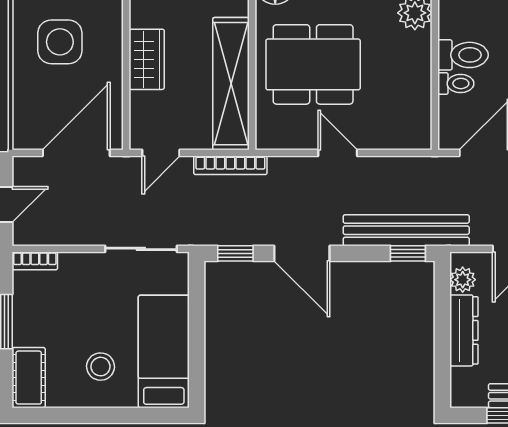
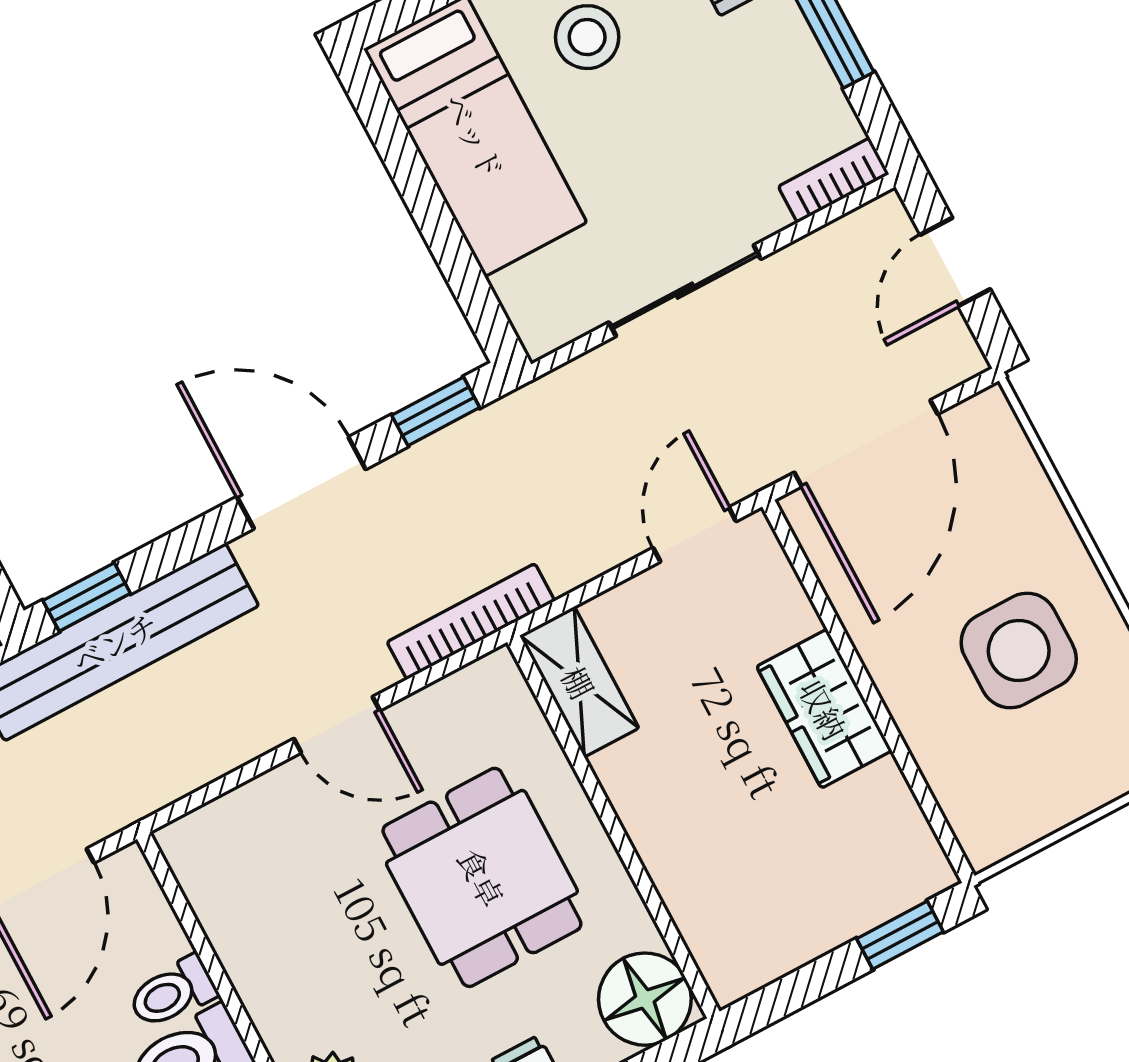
dining table: (313, 64) -> (482, 877), width x0.73
shelving: (231, 84) -> (579, 682), width x0.45, depth x0.75
bookcase: (230, 165) -> (471, 621), moved
sliding door: (141, 249) -> (685, 291), moved

